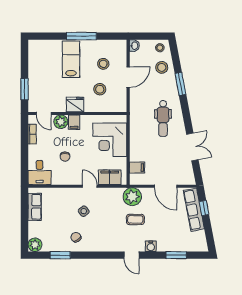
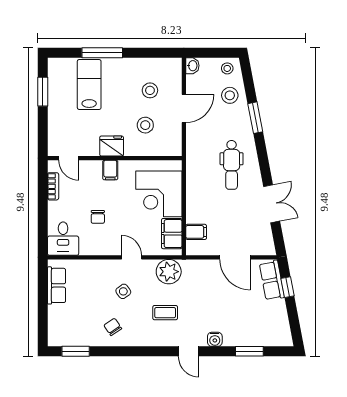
window: (81, 36) -> (102, 53), moved
lab bench: (71, 59) -> (89, 84), moved
window: (25, 89) -> (43, 92), moved
plant: (61, 122) -> (92, 169), removed
filing cabinet: (110, 177) -> (172, 234), moved, turned -90
plant: (132, 197) -> (169, 272), moved
row of seats: (194, 210) -> (272, 280), width x0.68
coffee table: (135, 219) -> (165, 313), moved
plant: (35, 245) -> (57, 337), removed
window: (60, 255) -> (76, 351), moved

